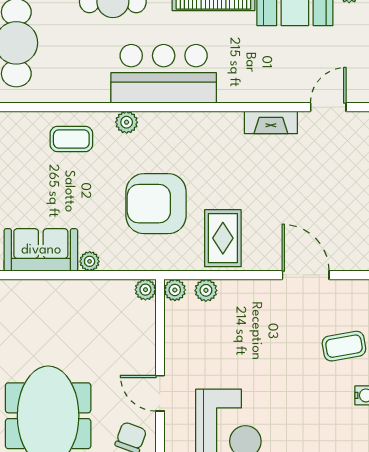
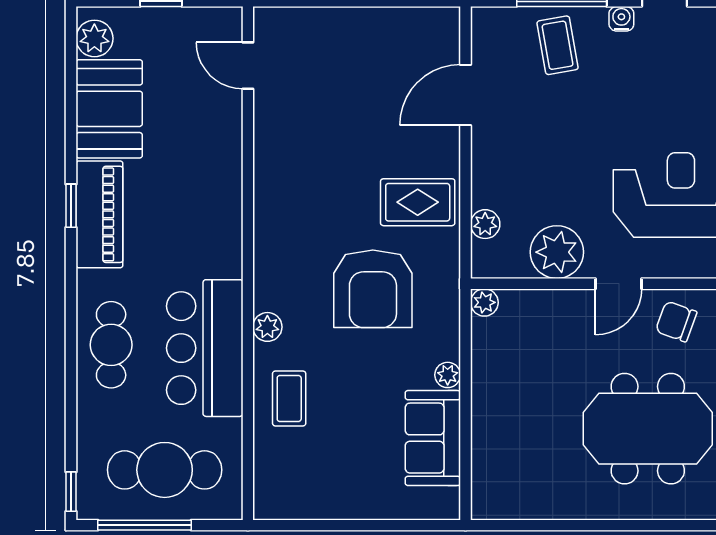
bar counter: (164, 74) -> (205, 348), moved
fireplace: (271, 122) -> (268, 140), removed
plant: (175, 290) -> (557, 252), moved, width x1.87, depth x1.87

